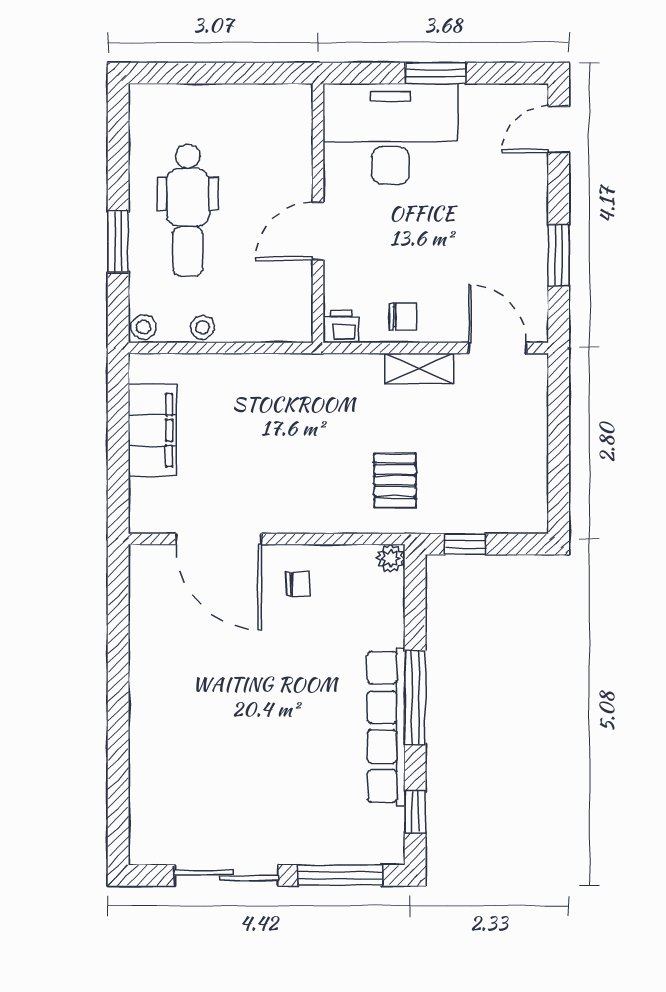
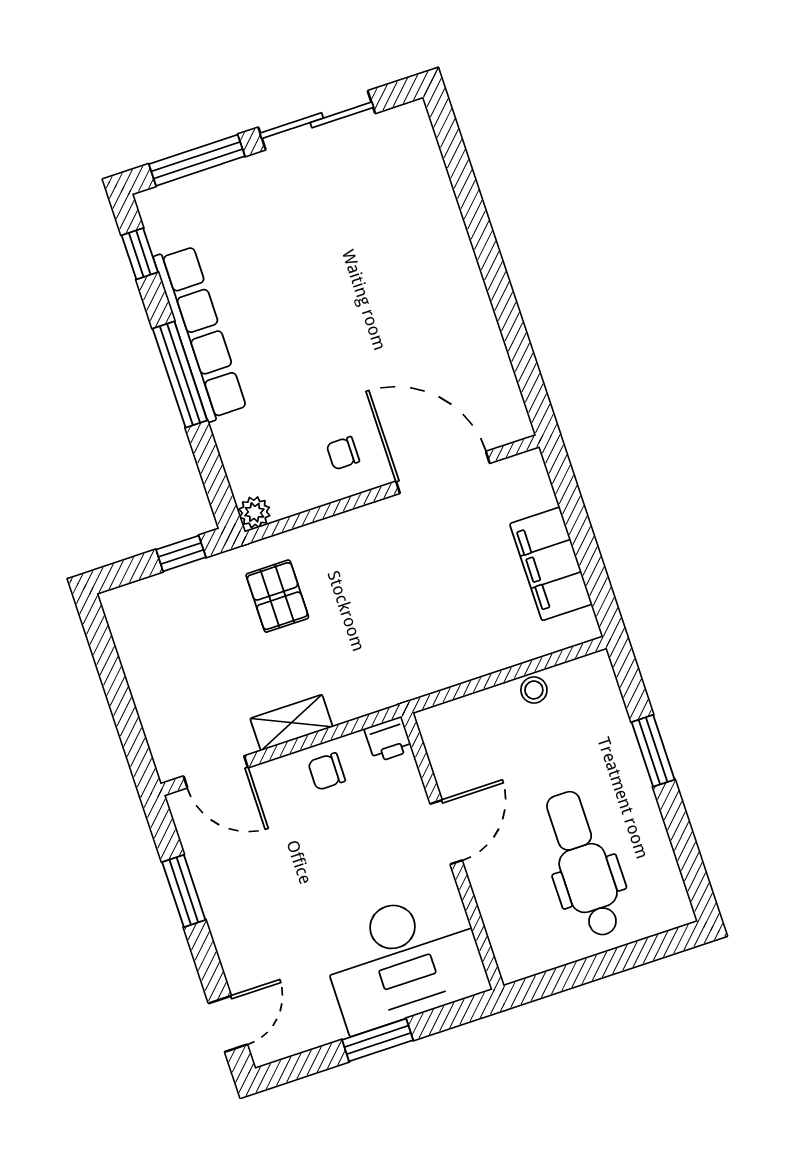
dental chair: (188, 210) -> (583, 864), moved
stool: (143, 327) -> (596, 670), removed

